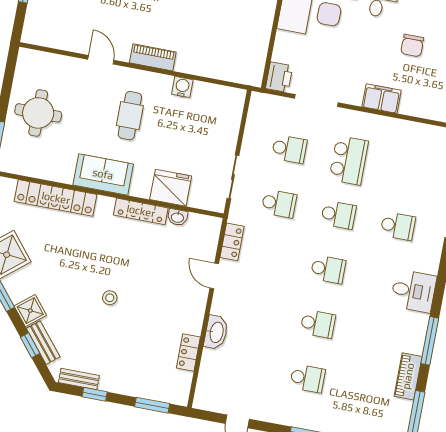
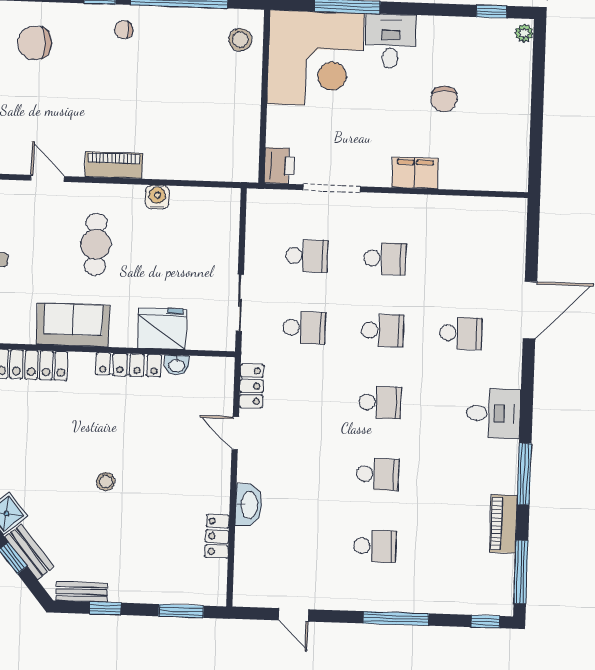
school desk: (349, 160) -> (385, 259), width x0.54

